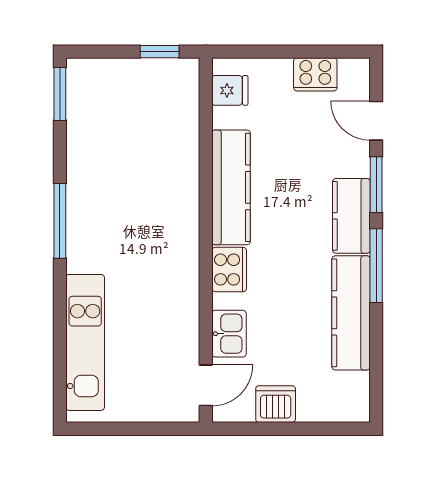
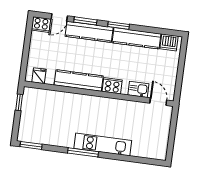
cooker: (315, 74) -> (41, 25), moved, turned 90
kitchen counter: (351, 216) -> (89, 32), width x1.50
window: (376, 266) -> (119, 25), width x0.69
kitchen unit: (85, 342) -> (103, 144), moved
dishwasher: (276, 404) -> (169, 42), moved, turned -90

